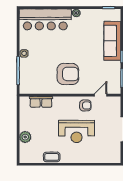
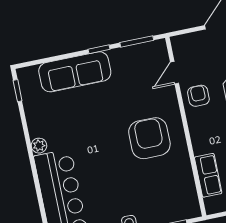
door: (101, 95) -> (175, 73), hinge flipped

